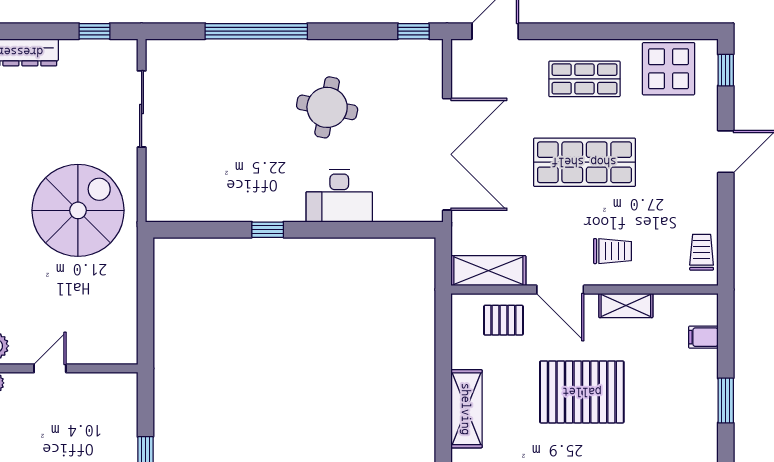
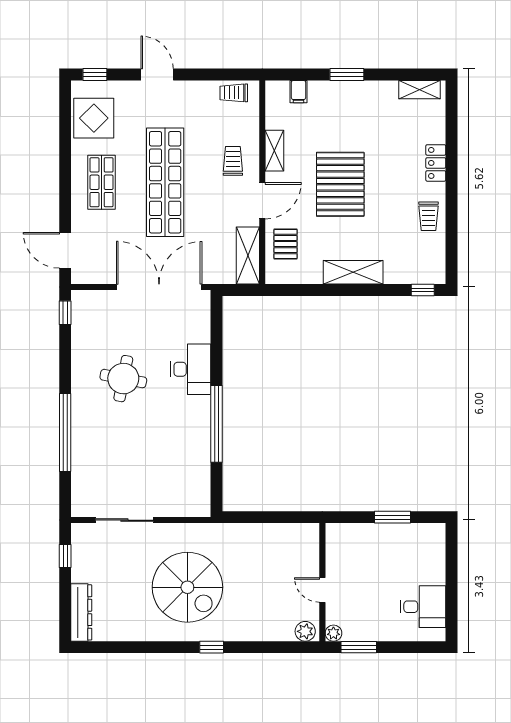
shop shelf: (584, 162) -> (165, 182), width x1.40
spiral stairs: (78, 210) -> (187, 587), moved, turned 180
window: (268, 230) -> (217, 424), width x3.17

